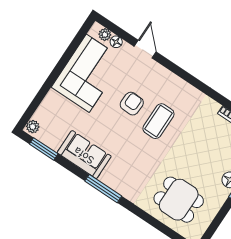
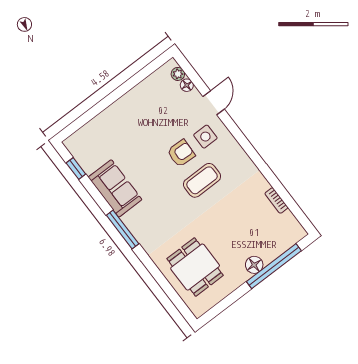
corner sofa: (88, 73) -> (147, 107), removed
side table: (148, 81) -> (205, 137), added
plant: (33, 127) -> (73, 142), removed
window: (44, 149) -> (76, 168), width x0.67

